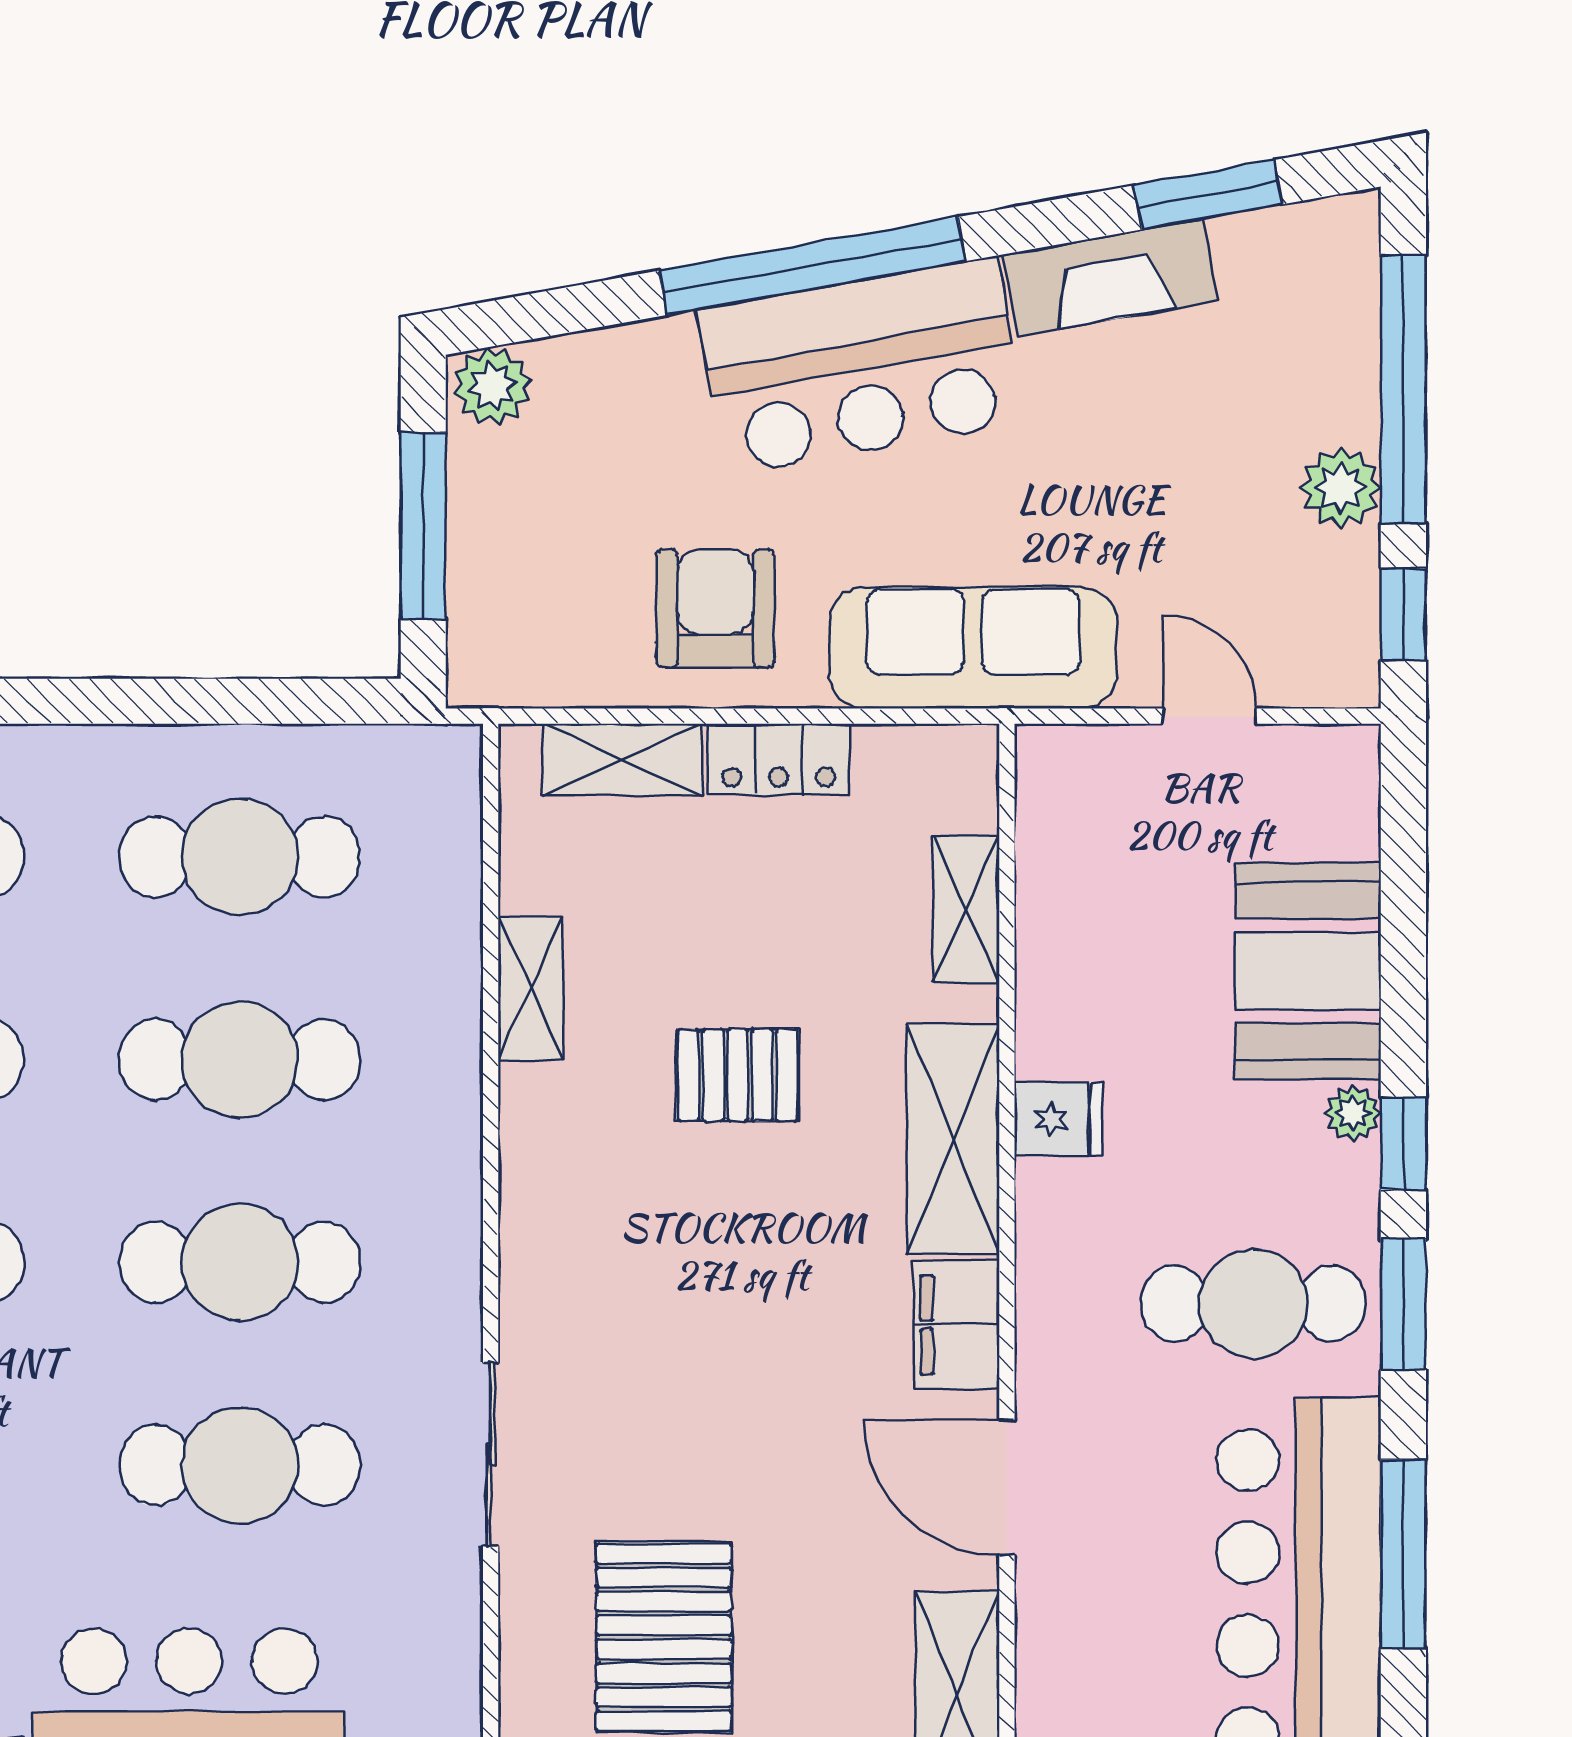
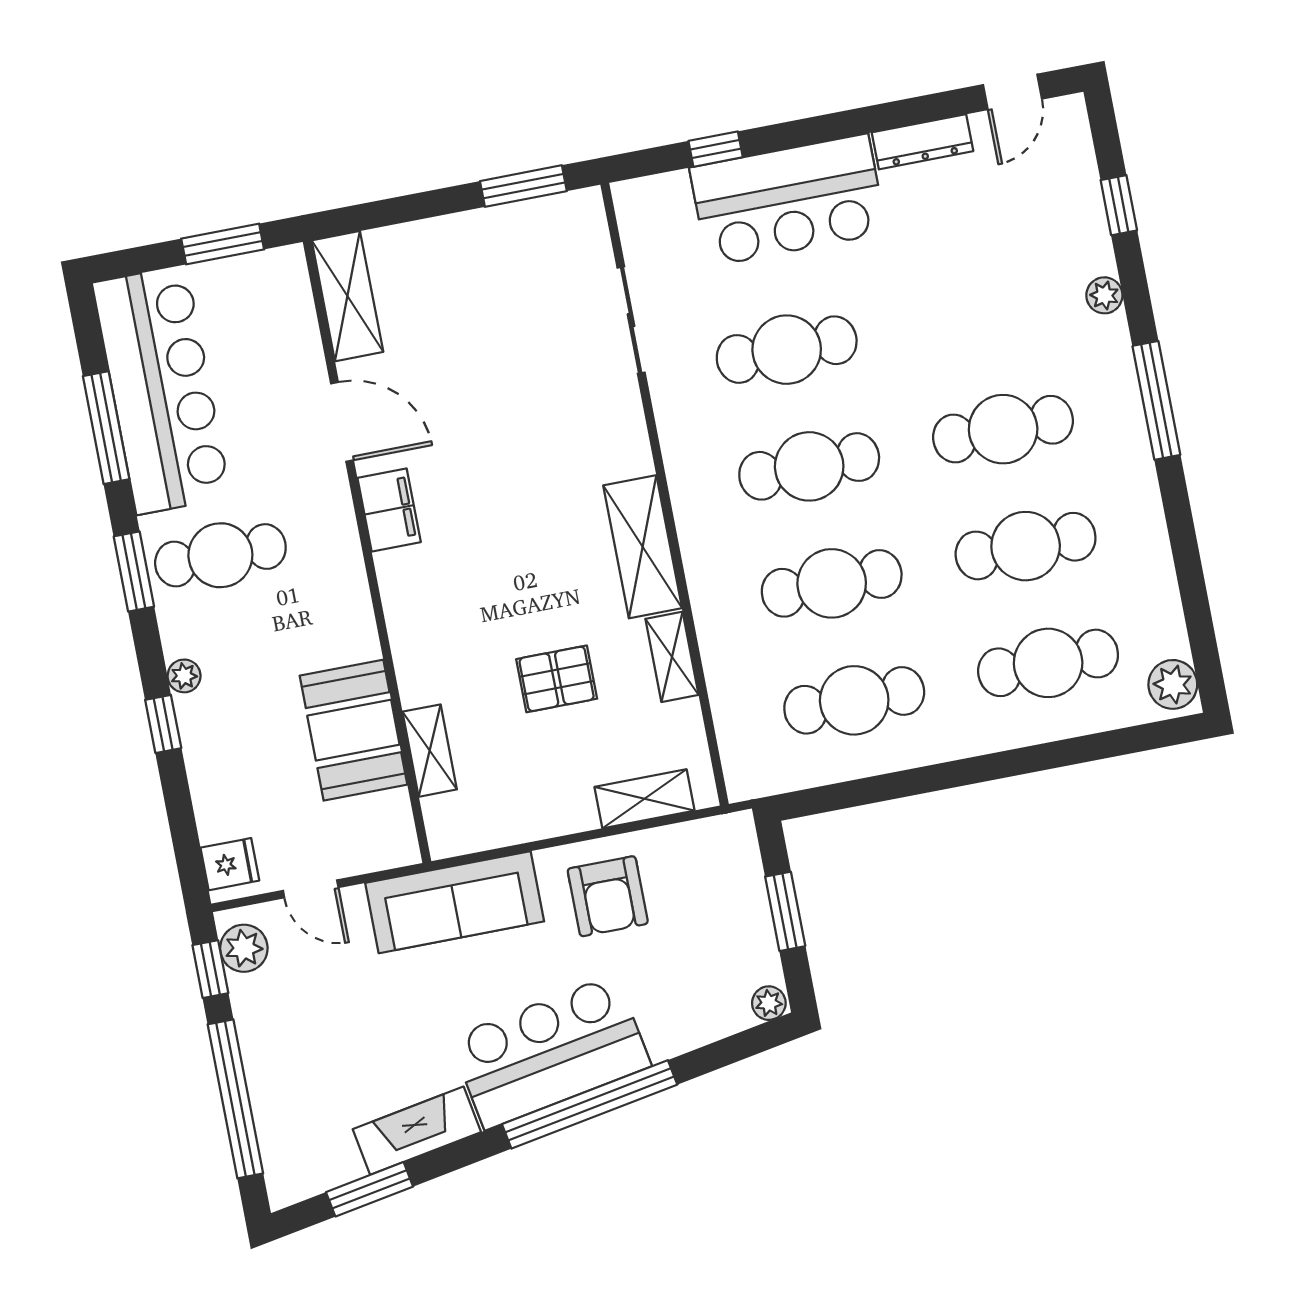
plant: (492, 386) -> (769, 1003), width x0.73, depth x0.73
plant: (1341, 488) -> (244, 948), moved
window: (423, 526) -> (785, 911), width x0.69
locker: (779, 759) -> (554, 816), removed
booth: (1308, 971) -> (353, 730), moved
pallet: (738, 1075) -> (557, 679), moved
fridge: (1058, 1119) -> (230, 864), moved, turned 180
shelving: (953, 1139) -> (643, 547), moved
window: (1403, 1144) -> (163, 724), moved
sliding door: (491, 1454) -> (631, 320), moved
pallet: (664, 1637) -> (523, 297), removed

